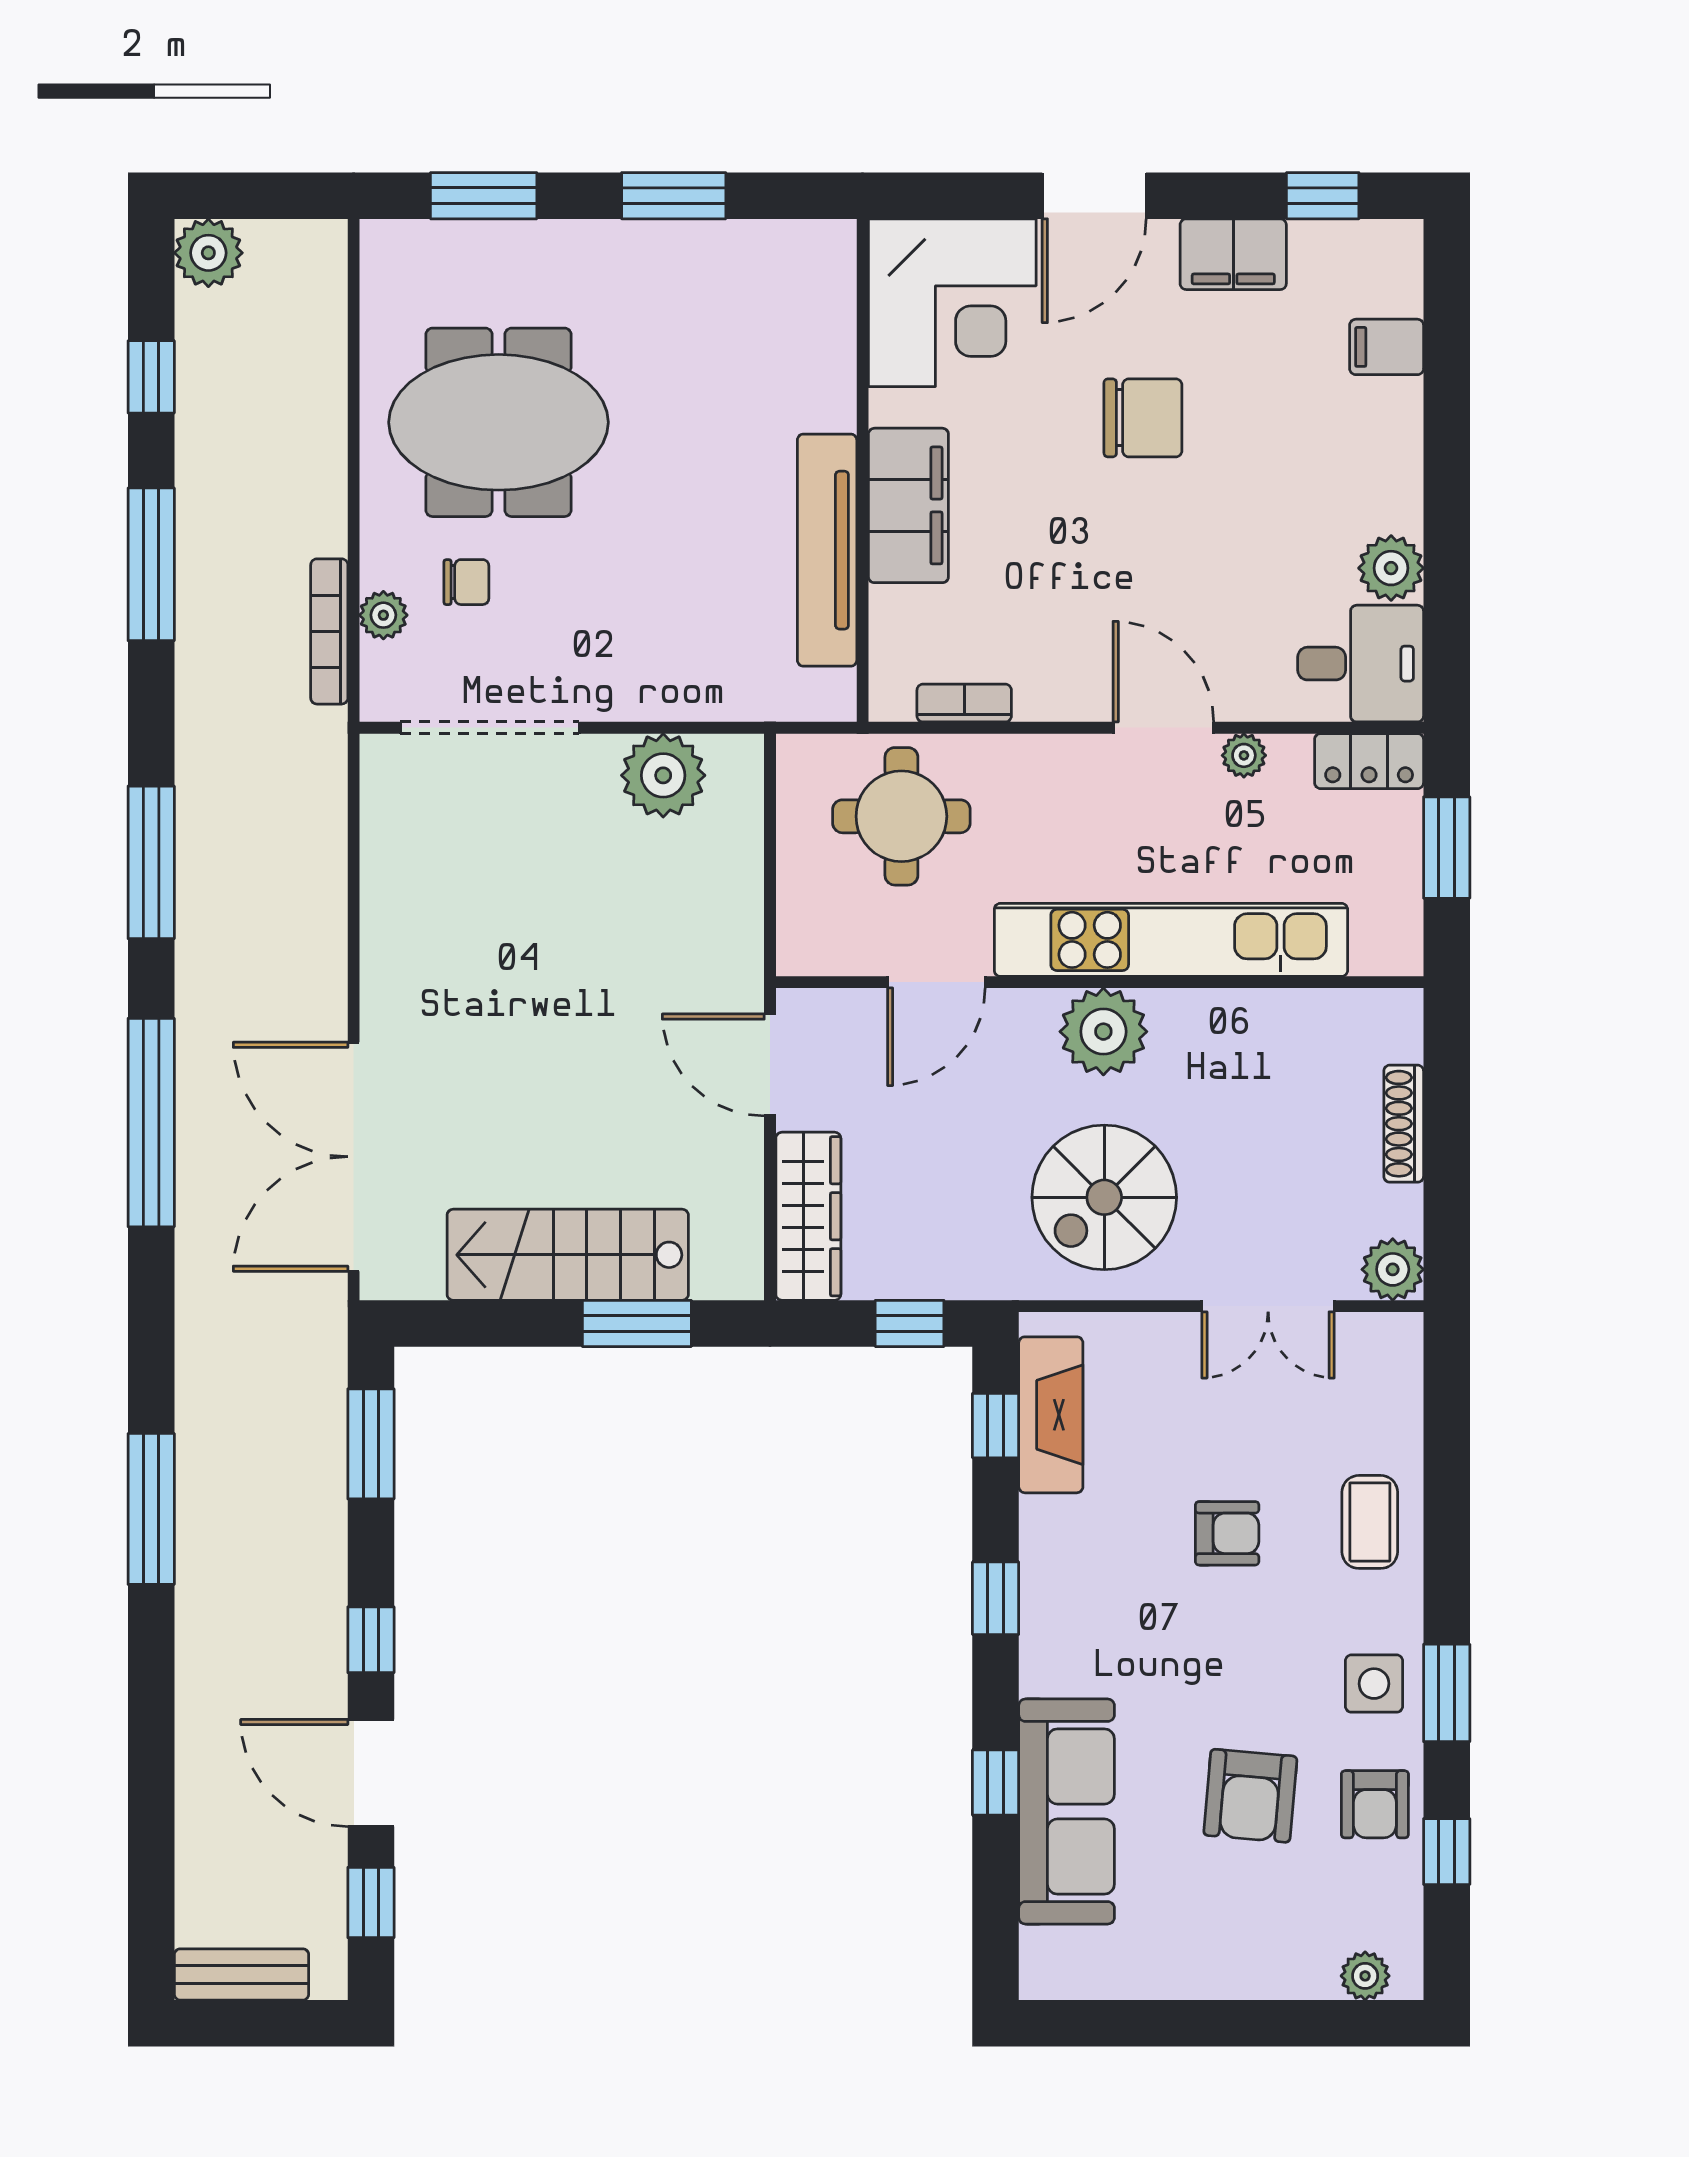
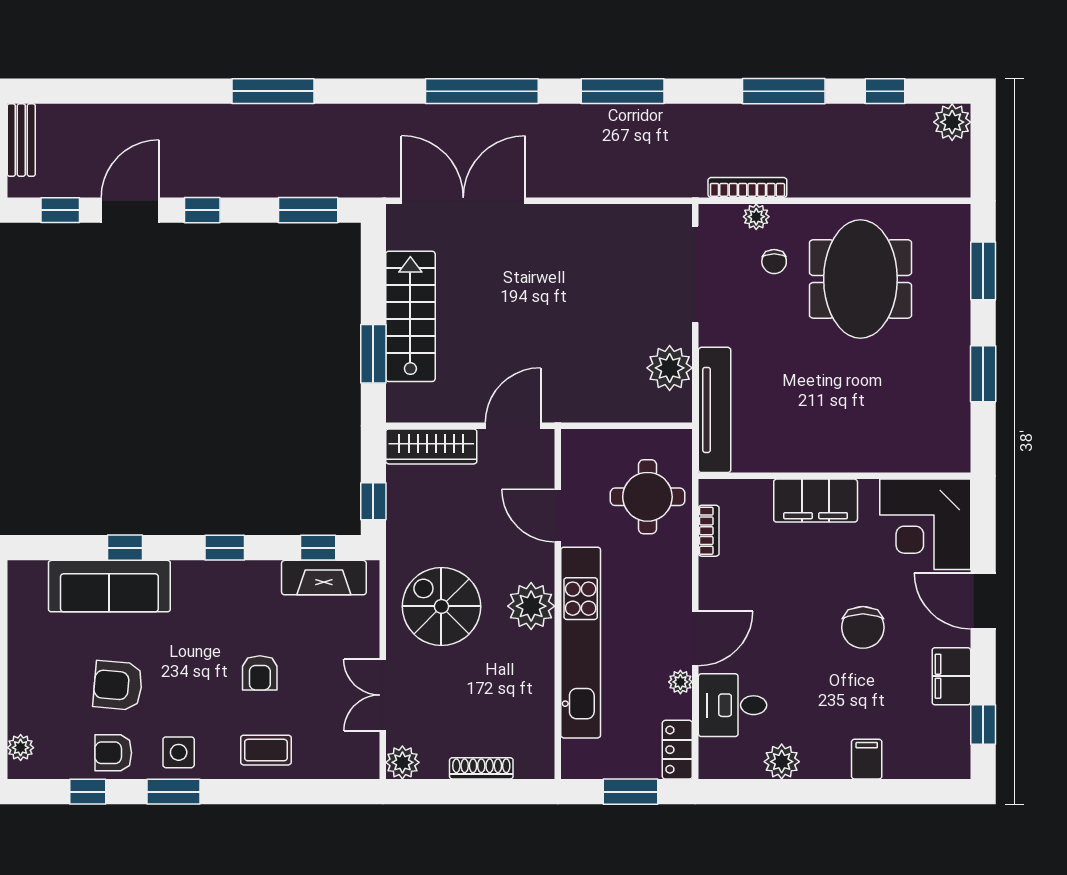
filing cabinet: (1387, 347) -> (867, 759), moved
tv unit: (827, 550) -> (715, 410), moved, turned 90
desk: (1361, 664) -> (733, 705), moved, turned 90

